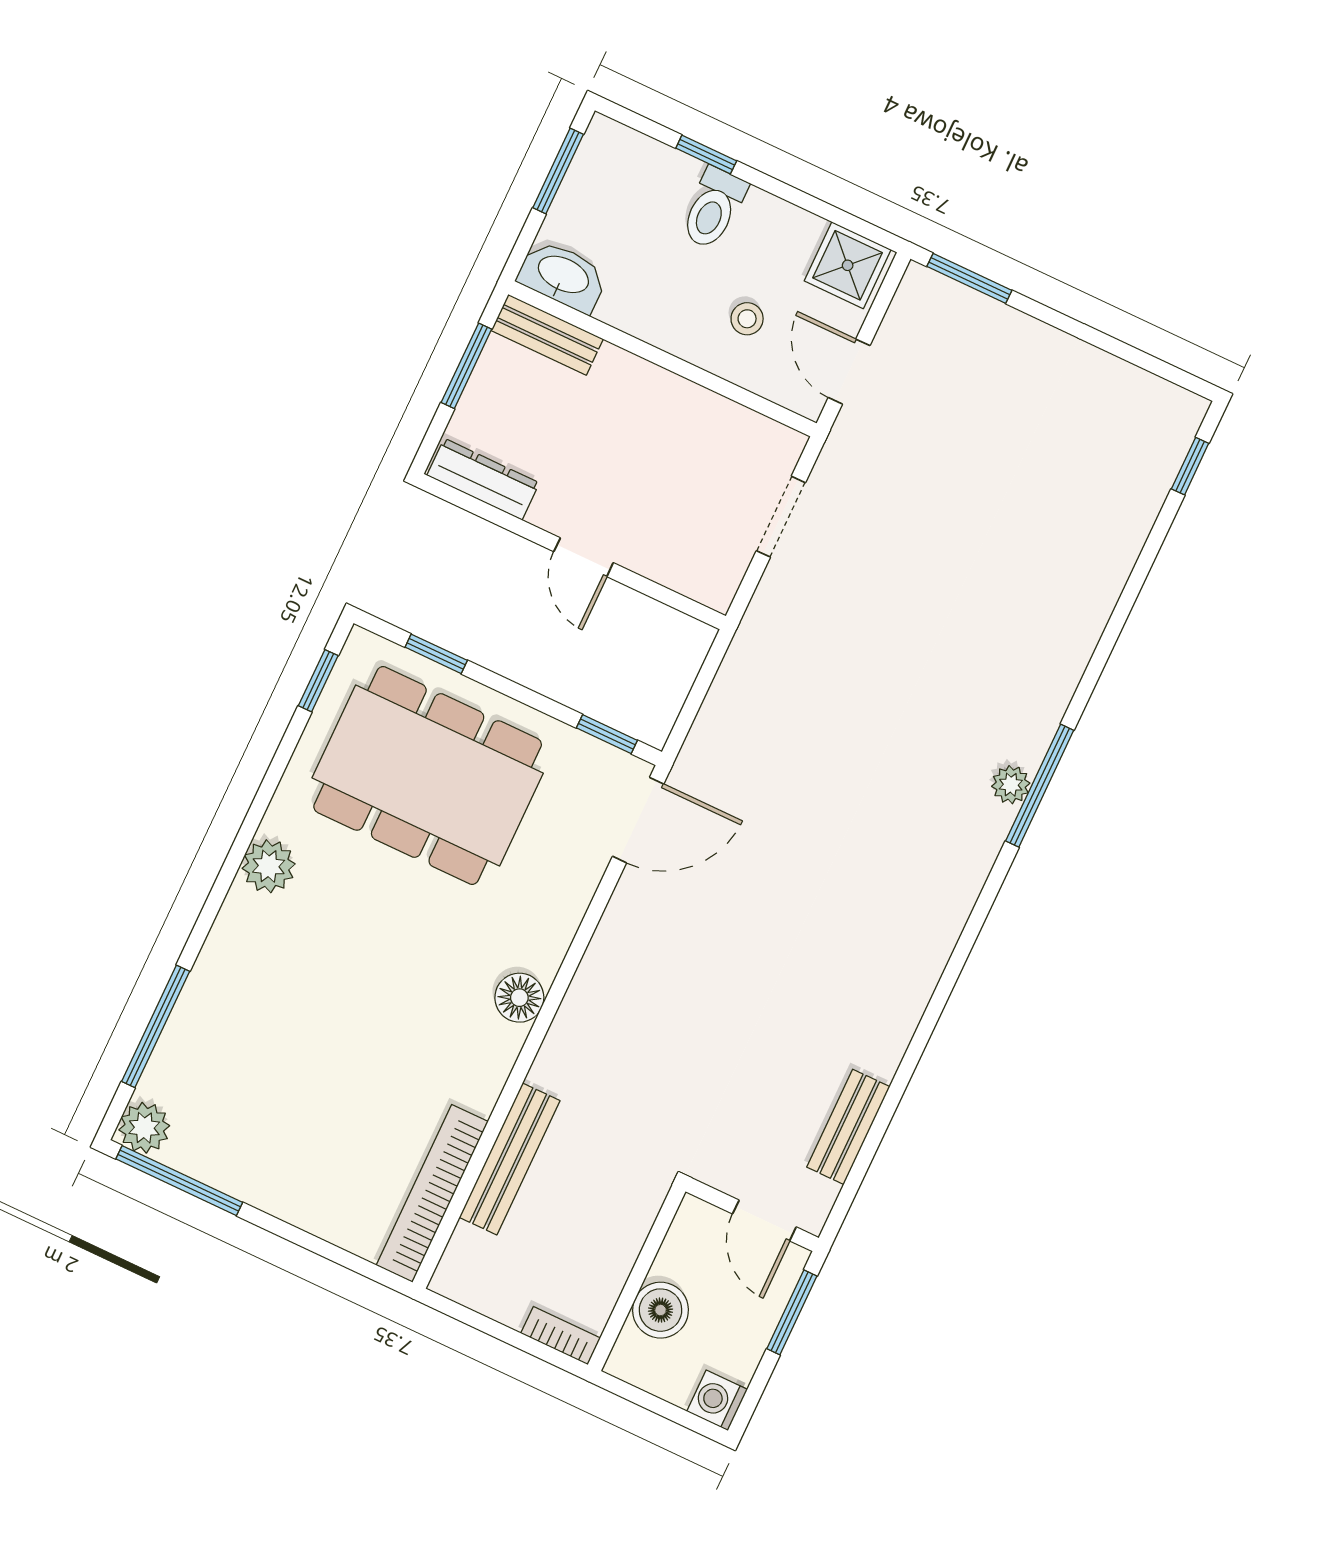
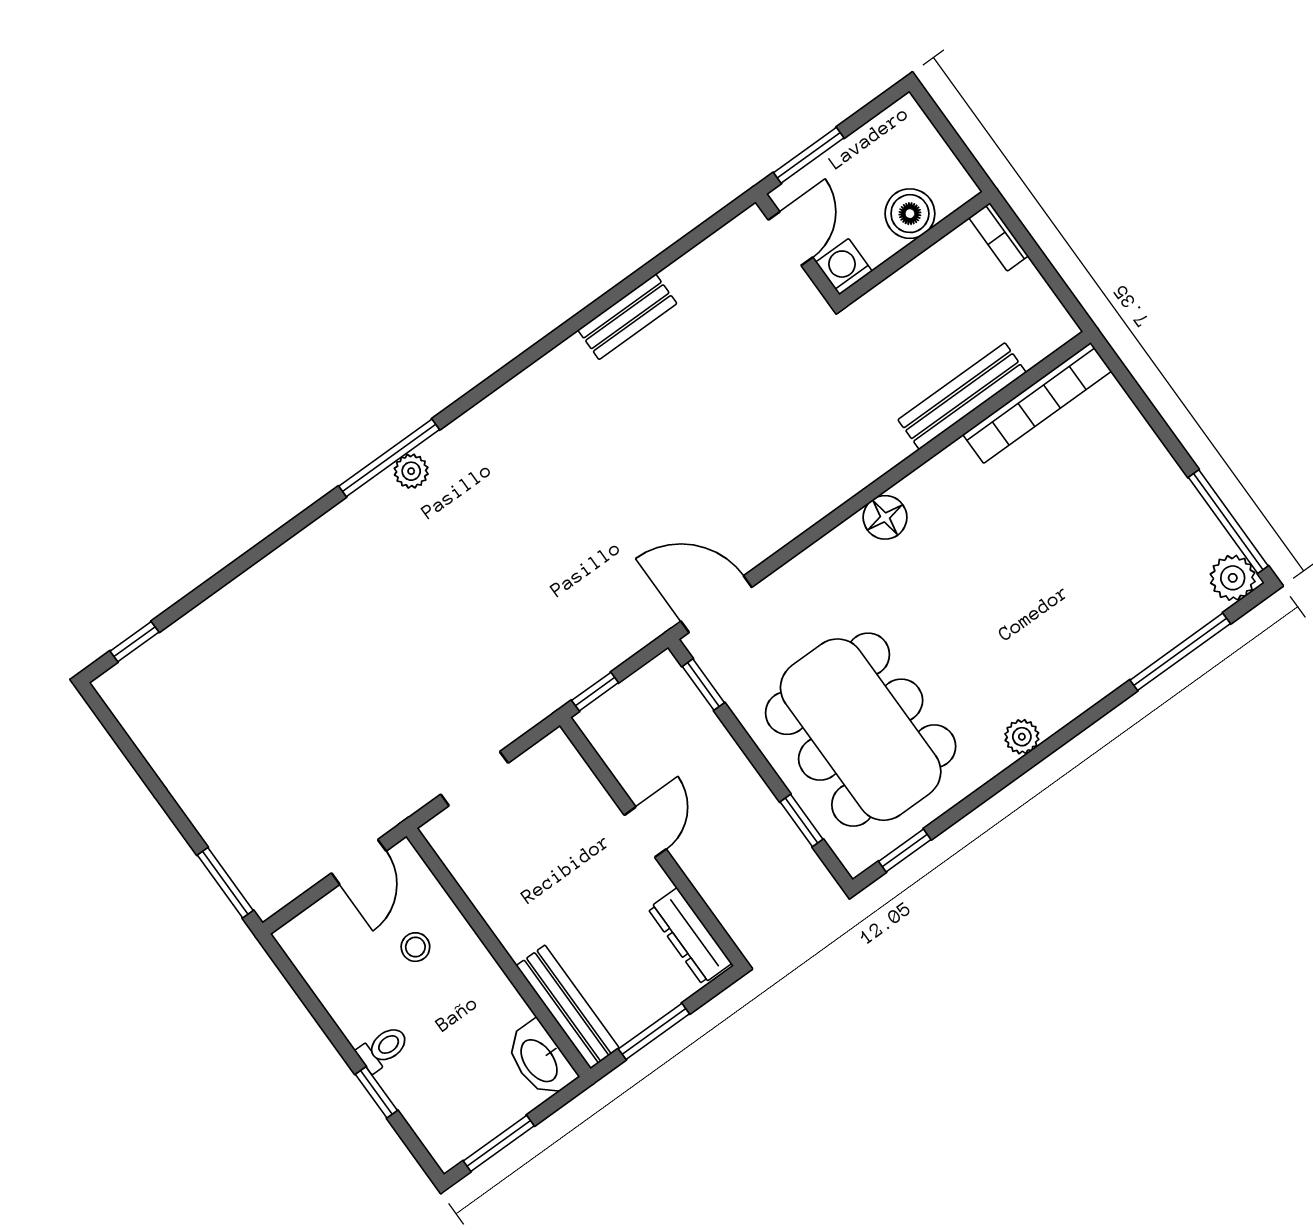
toilet: (713, 208) -> (383, 1049), width x0.73, depth x0.72
shower: (848, 265) -> (314, 945), removed
bench: (547, 335) -> (568, 1007), width x1.36
window: (710, 668) -> (595, 692), added
plant: (269, 866) -> (1022, 737), width x0.73, depth x0.73
bench: (848, 1127) -> (627, 317), moved
washing machine: (717, 1400) -> (844, 267), moved, turned 180

